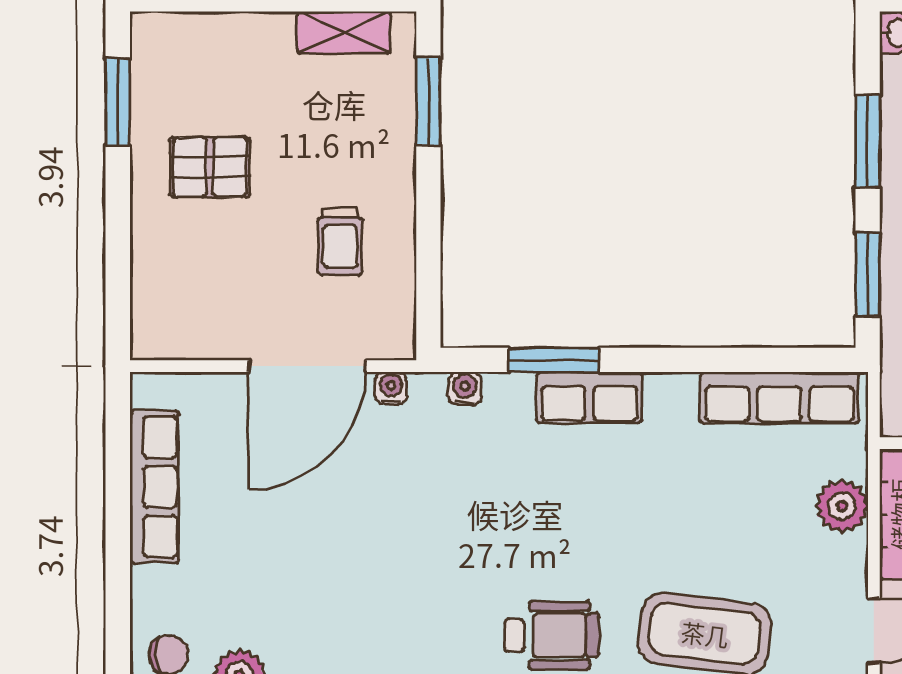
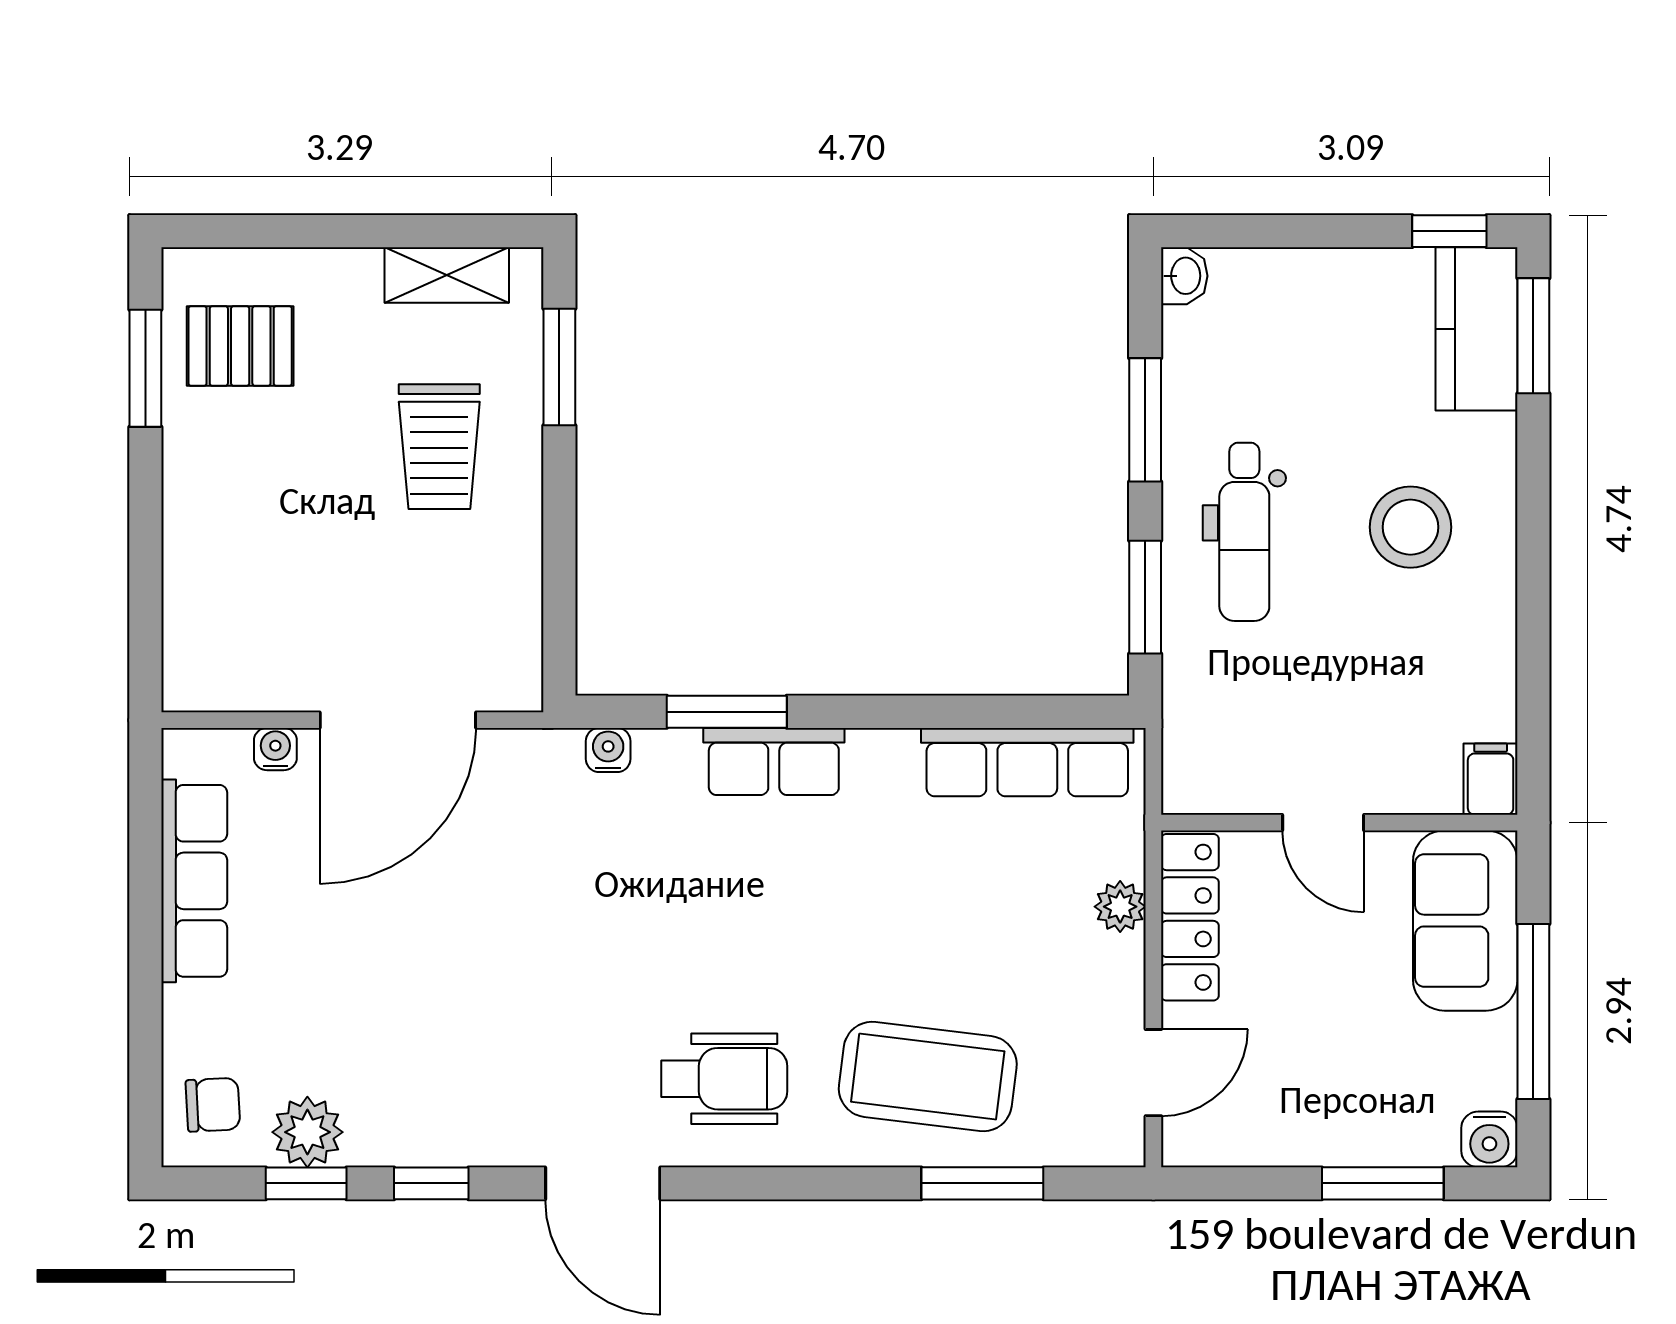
pallet: (210, 167) -> (240, 346), moved
trolley: (340, 242) -> (439, 447), moved, width x1.36, depth x1.39
water cooler: (391, 388) -> (275, 749), moved
plant: (842, 506) -> (1120, 907), width x0.73, depth x0.73

